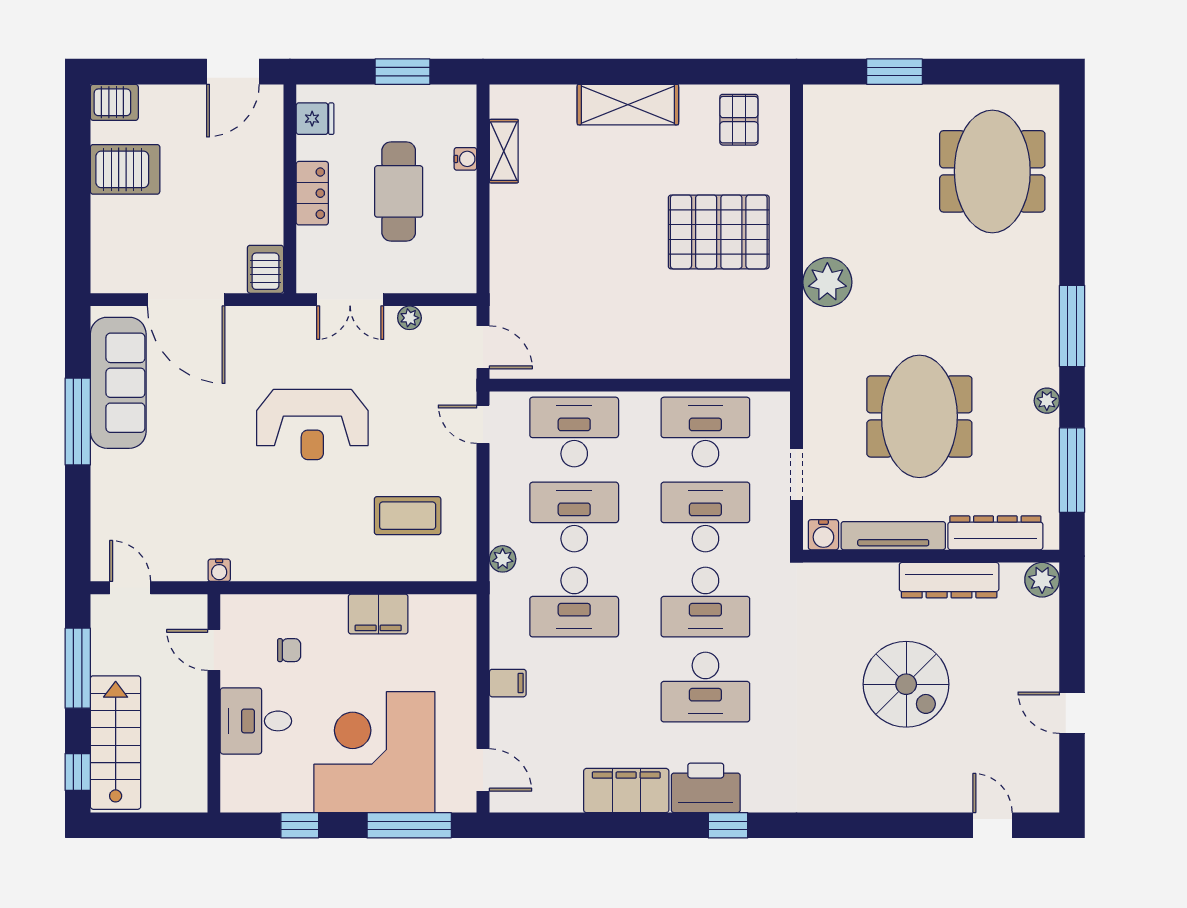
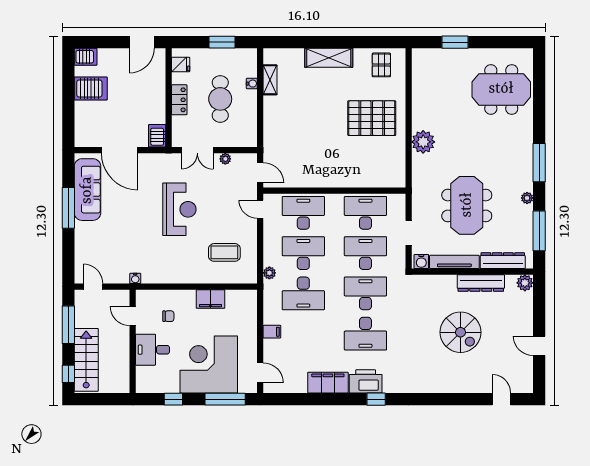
meeting table: (992, 171) -> (501, 89), turned 90
reception desk: (312, 425) -> (179, 209), turned -90
desk: (705, 602) -> (365, 293), turned 180

